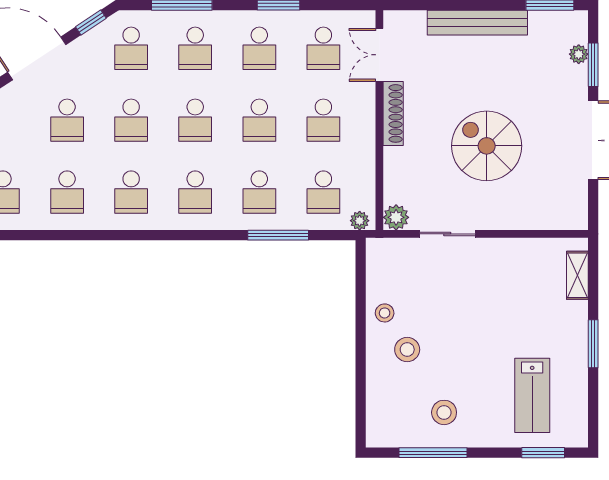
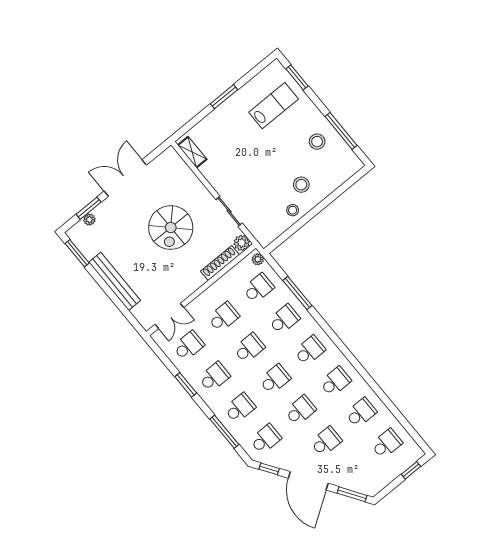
shoe rack: (393, 113) -> (220, 263), moved
shelving: (577, 275) -> (192, 152), moved, turned 90

